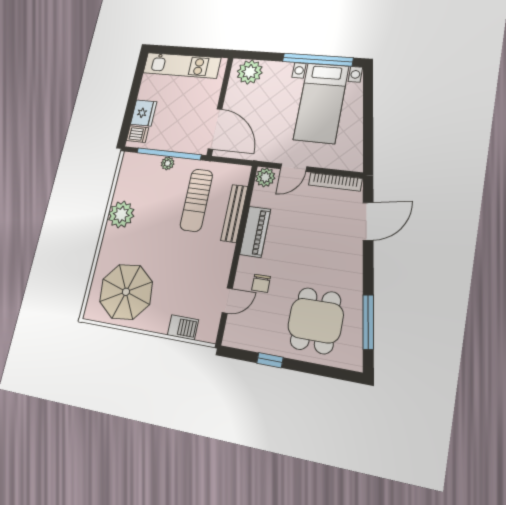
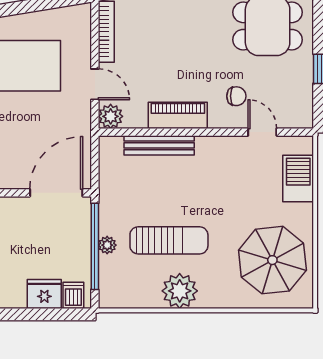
sun lounger: (196, 200) -> (169, 240), moved
barbecue: (183, 327) -> (298, 179), width x1.38, depth x1.27

